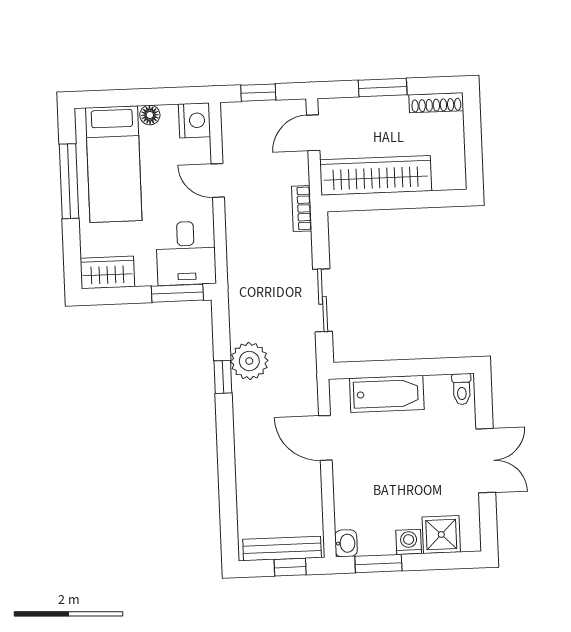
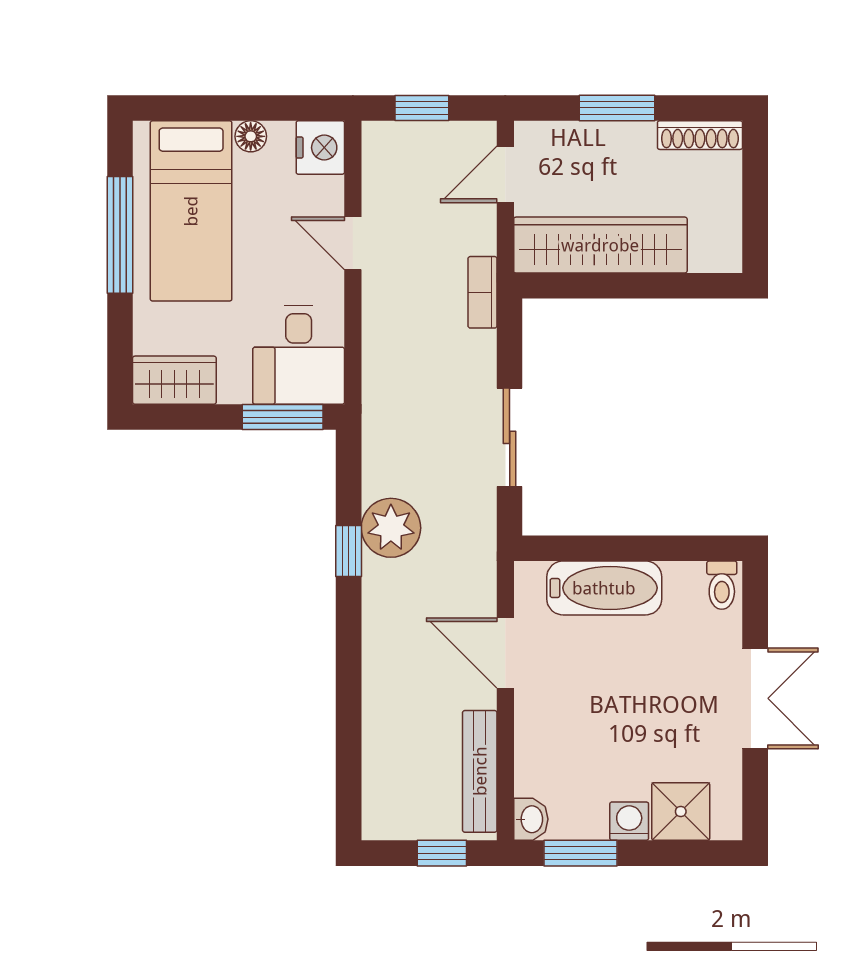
bench: (282, 548) -> (480, 771), moved, turned 90

